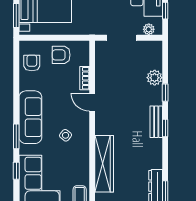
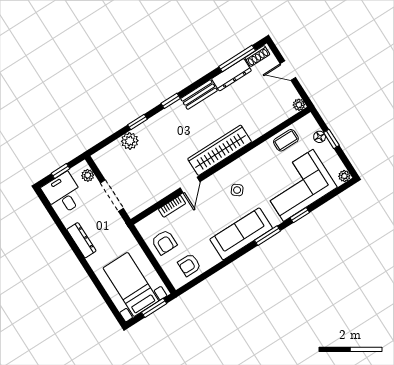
bench: (156, 122) -> (199, 95), moved
wardrobe: (104, 164) -> (220, 150), moved

